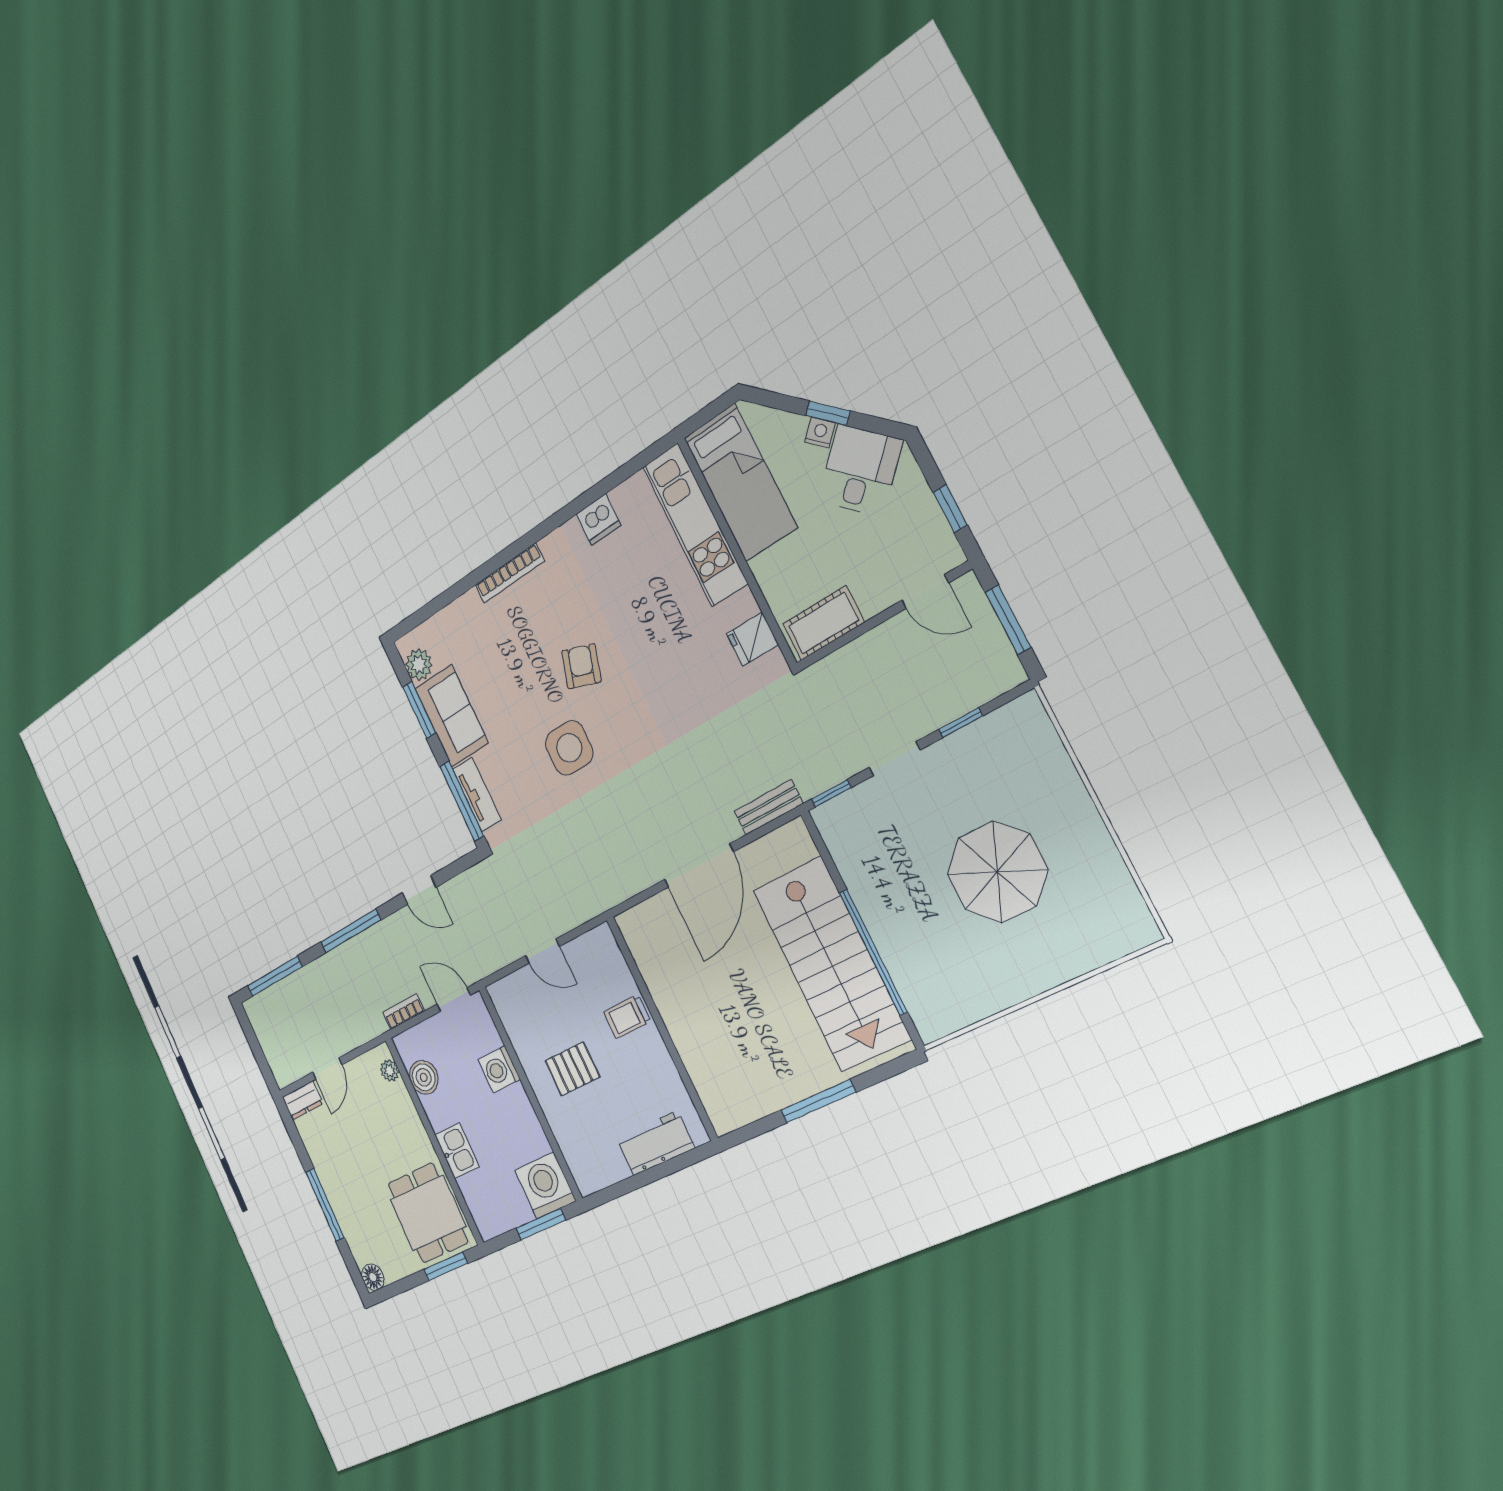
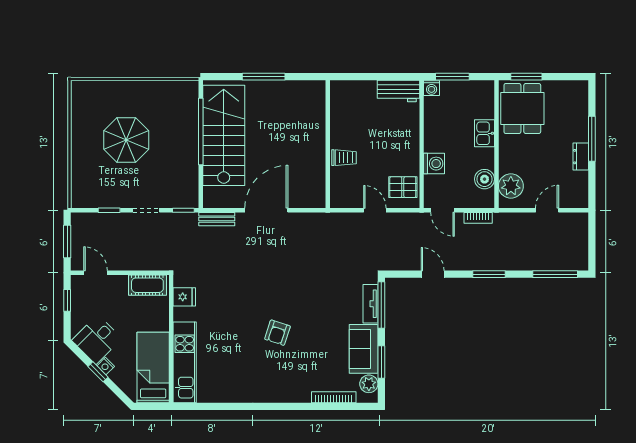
dishwasher: (599, 520) -> (231, 394), removed
bookcase: (510, 573) -> (334, 397), moved
side table: (569, 748) -> (305, 299), removed
window: (351, 931) -> (489, 274), width x0.69
pallet: (572, 1069) -> (403, 187), moved
plant: (390, 1071) -> (511, 186), width x1.87, depth x1.87
dresser: (303, 1100) -> (581, 157), moved, turned -90
workbench: (656, 1143) -> (398, 91), moved
washing machine: (545, 1186) -> (432, 88), width x0.53, depth x0.53
floor lamp: (373, 1277) -> (580, 88), removed

